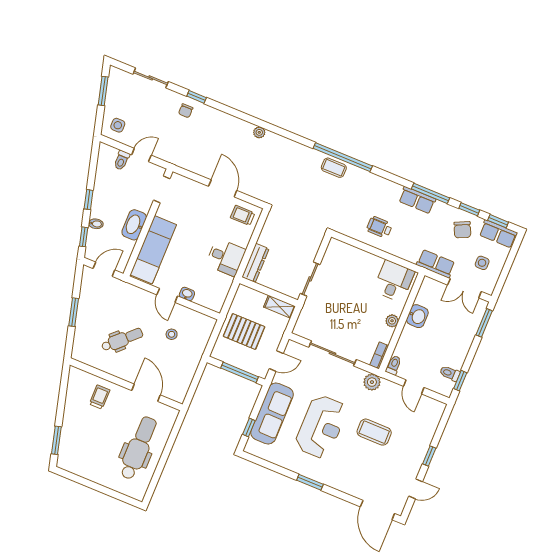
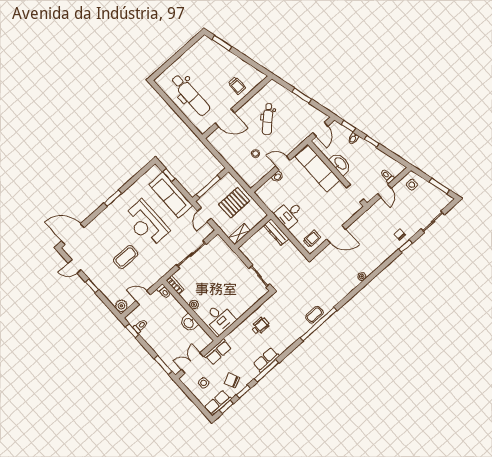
sliding door: (310, 279) -> (259, 276), moved
plant: (372, 382) -> (121, 306), moved
door: (416, 489) -> (75, 266), hinge flipped

